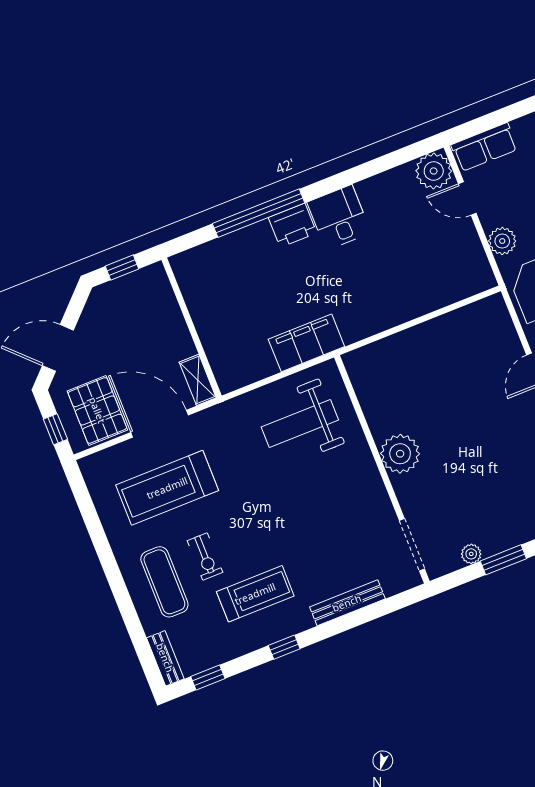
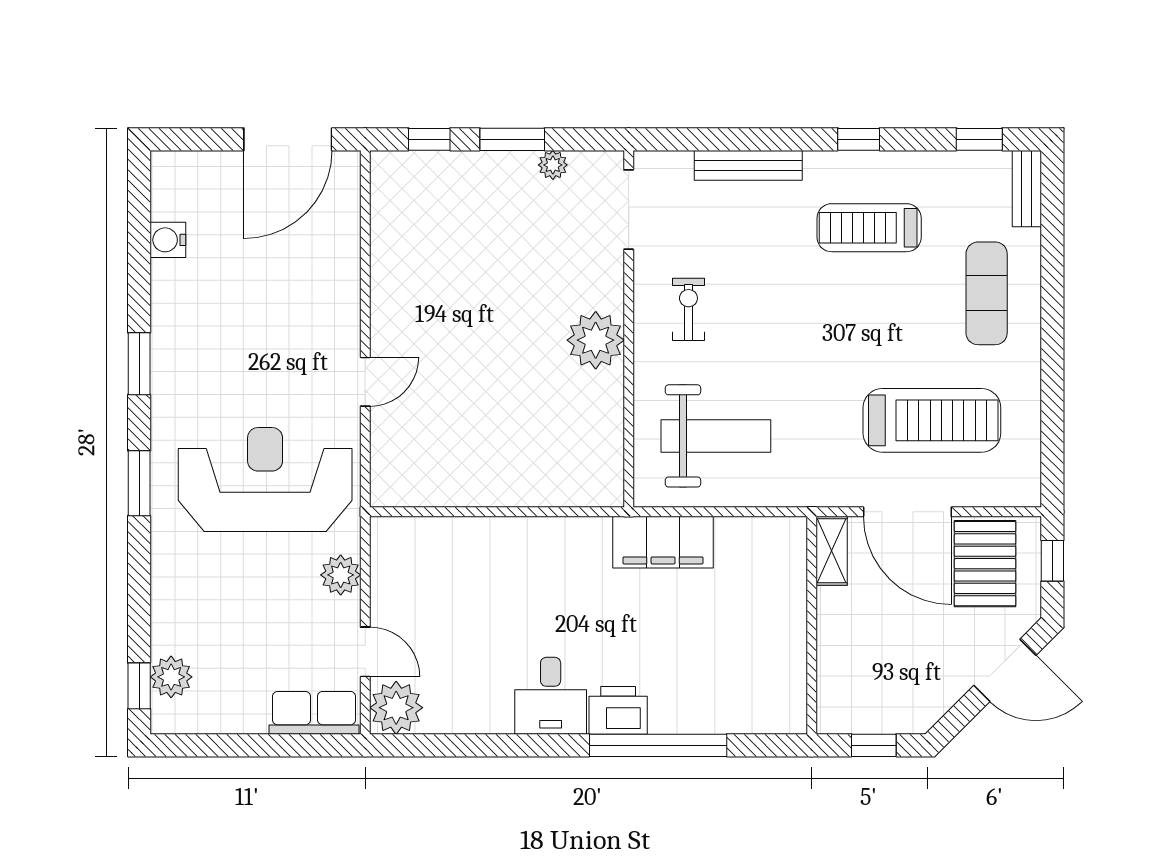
exercise bike: (205, 556) -> (688, 309), moved

